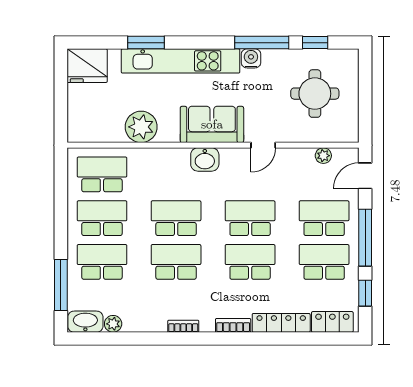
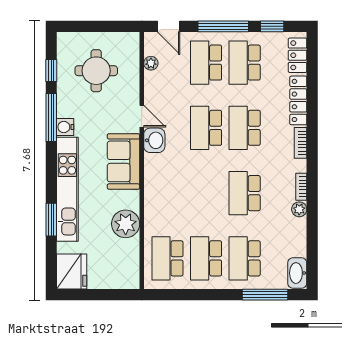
washbasin: (205, 159) -> (154, 140), moved
school desk: (176, 218) -> (206, 193), removed
plant: (113, 324) -> (299, 209), moved

